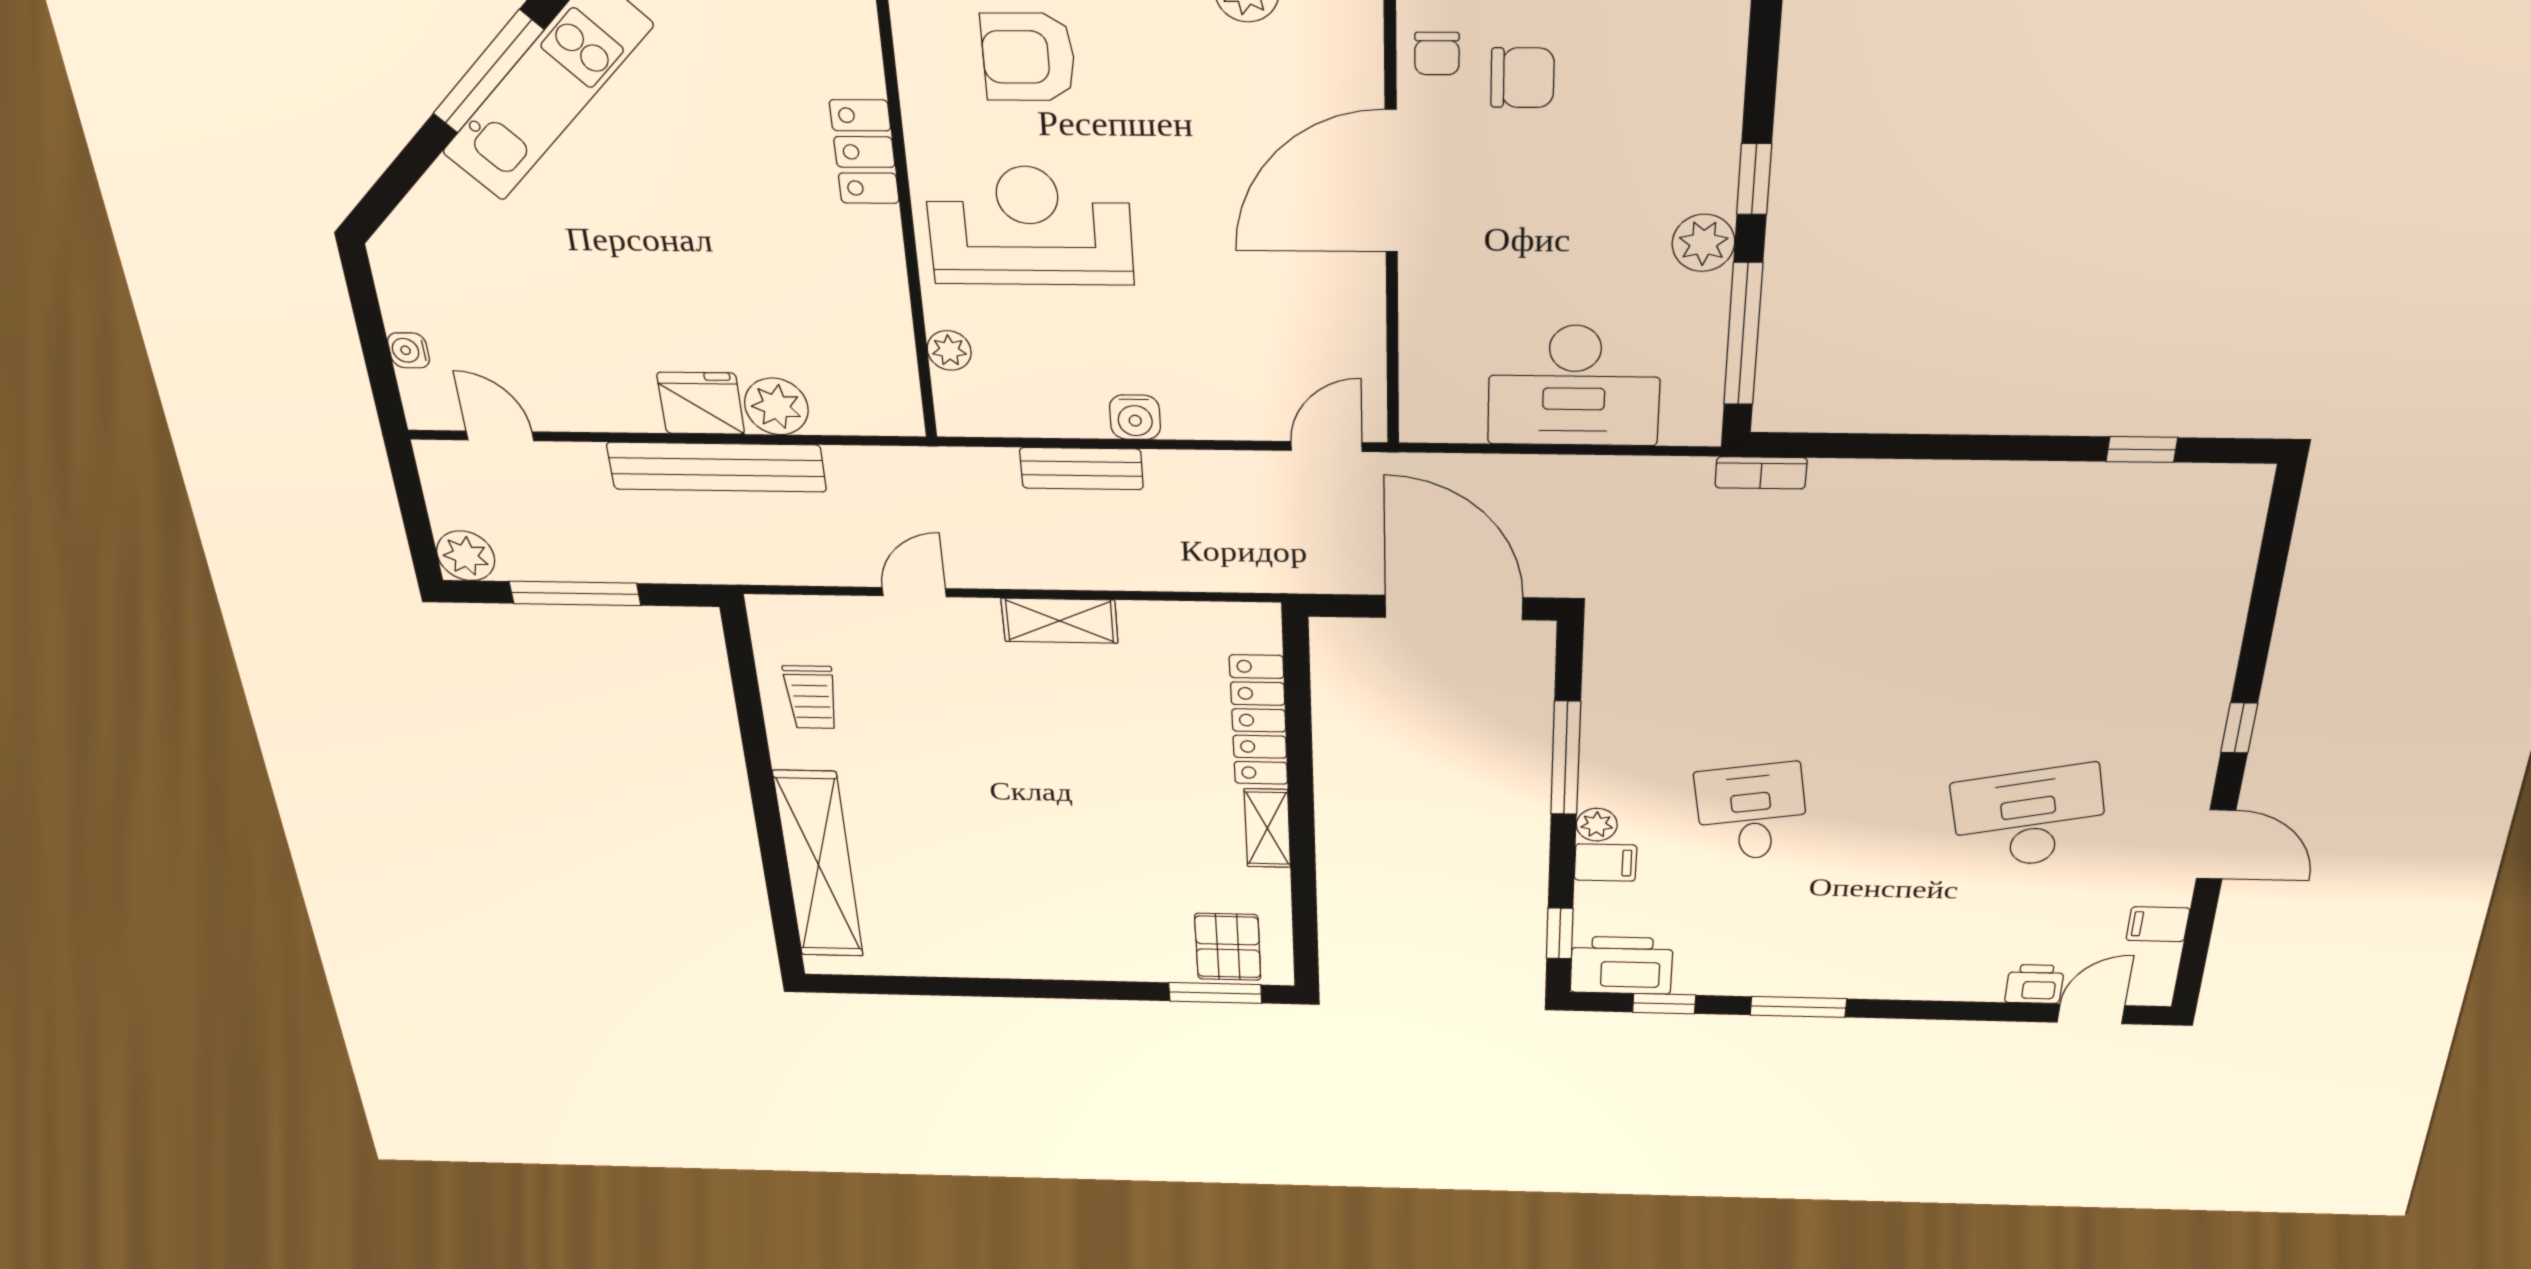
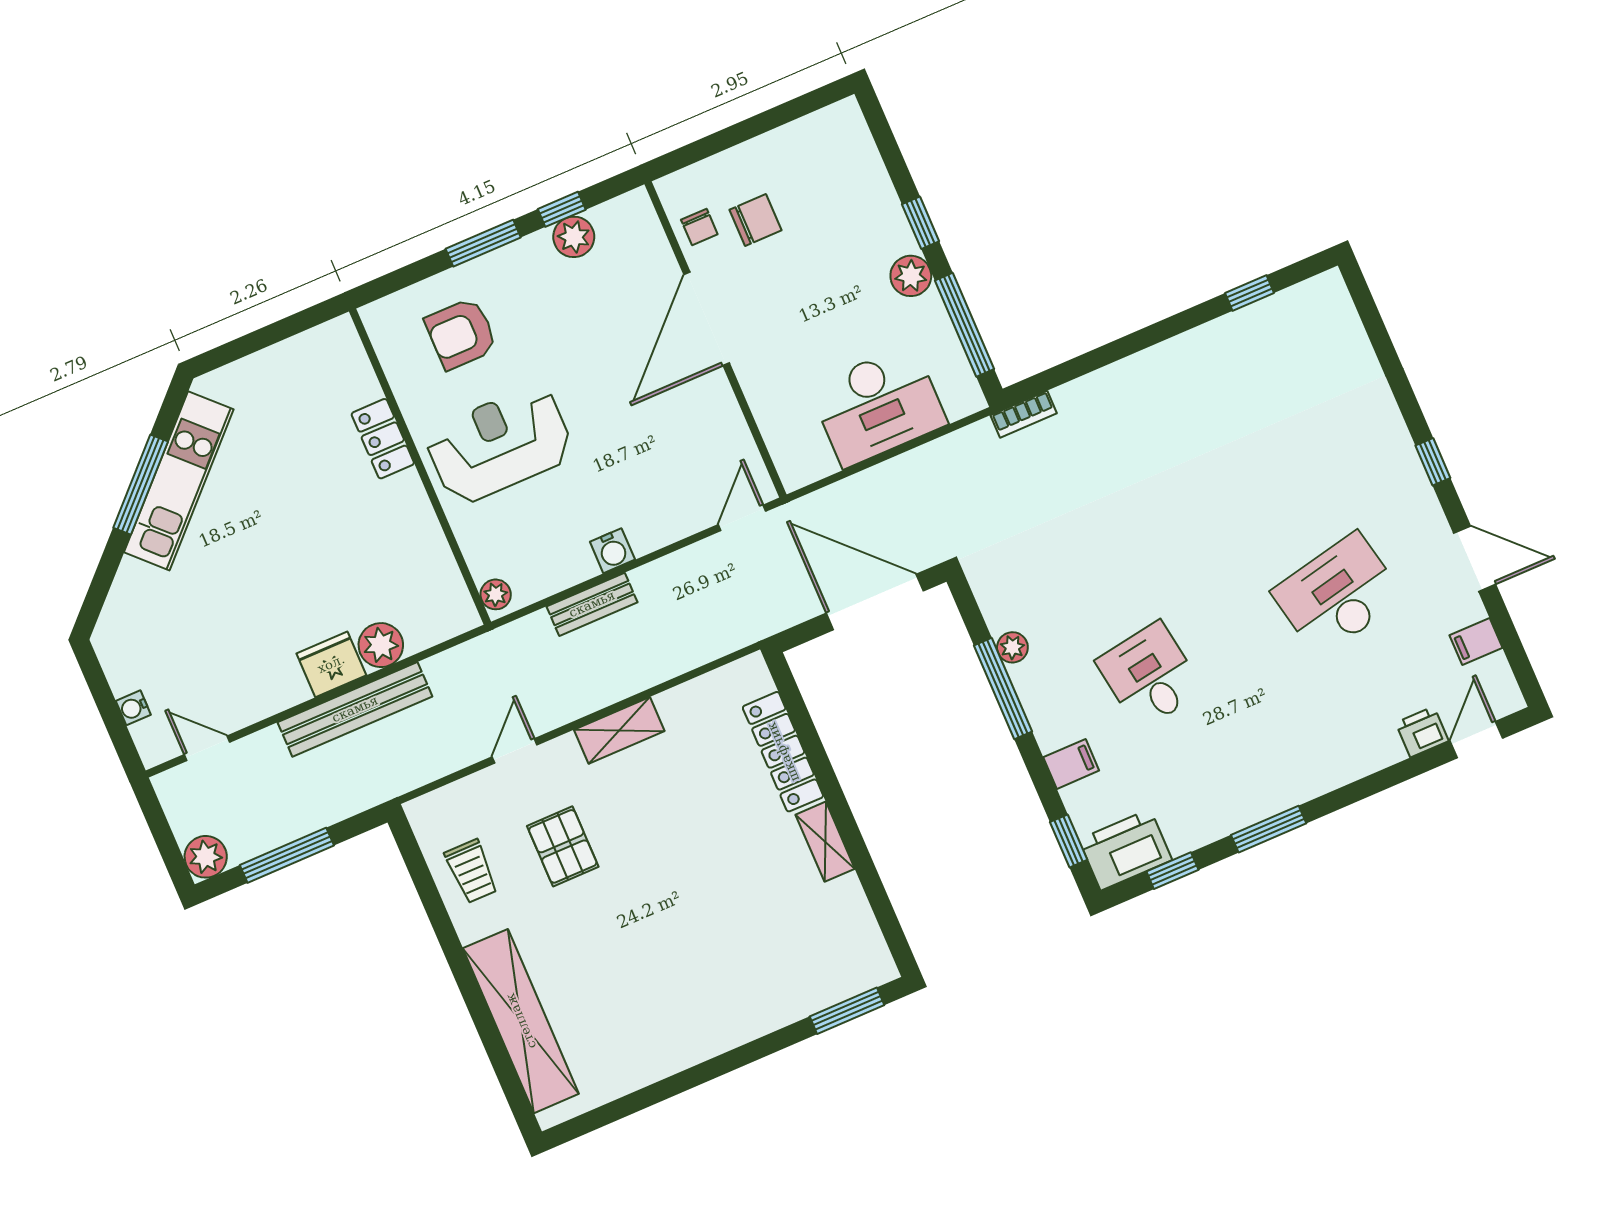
plant: (949, 350) -> (496, 594), moved
plant: (1597, 825) -> (1012, 647), moved
pallet: (1228, 947) -> (563, 846), moved

